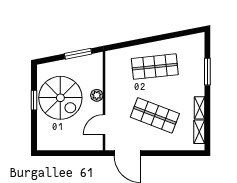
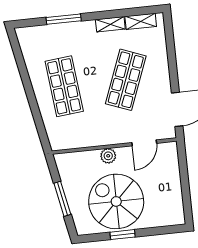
window: (78, 54) -> (62, 199), moved
spiral stairs: (60, 98) -> (116, 201), turned -90
door: (104, 125) -> (144, 143), hinge flipped

